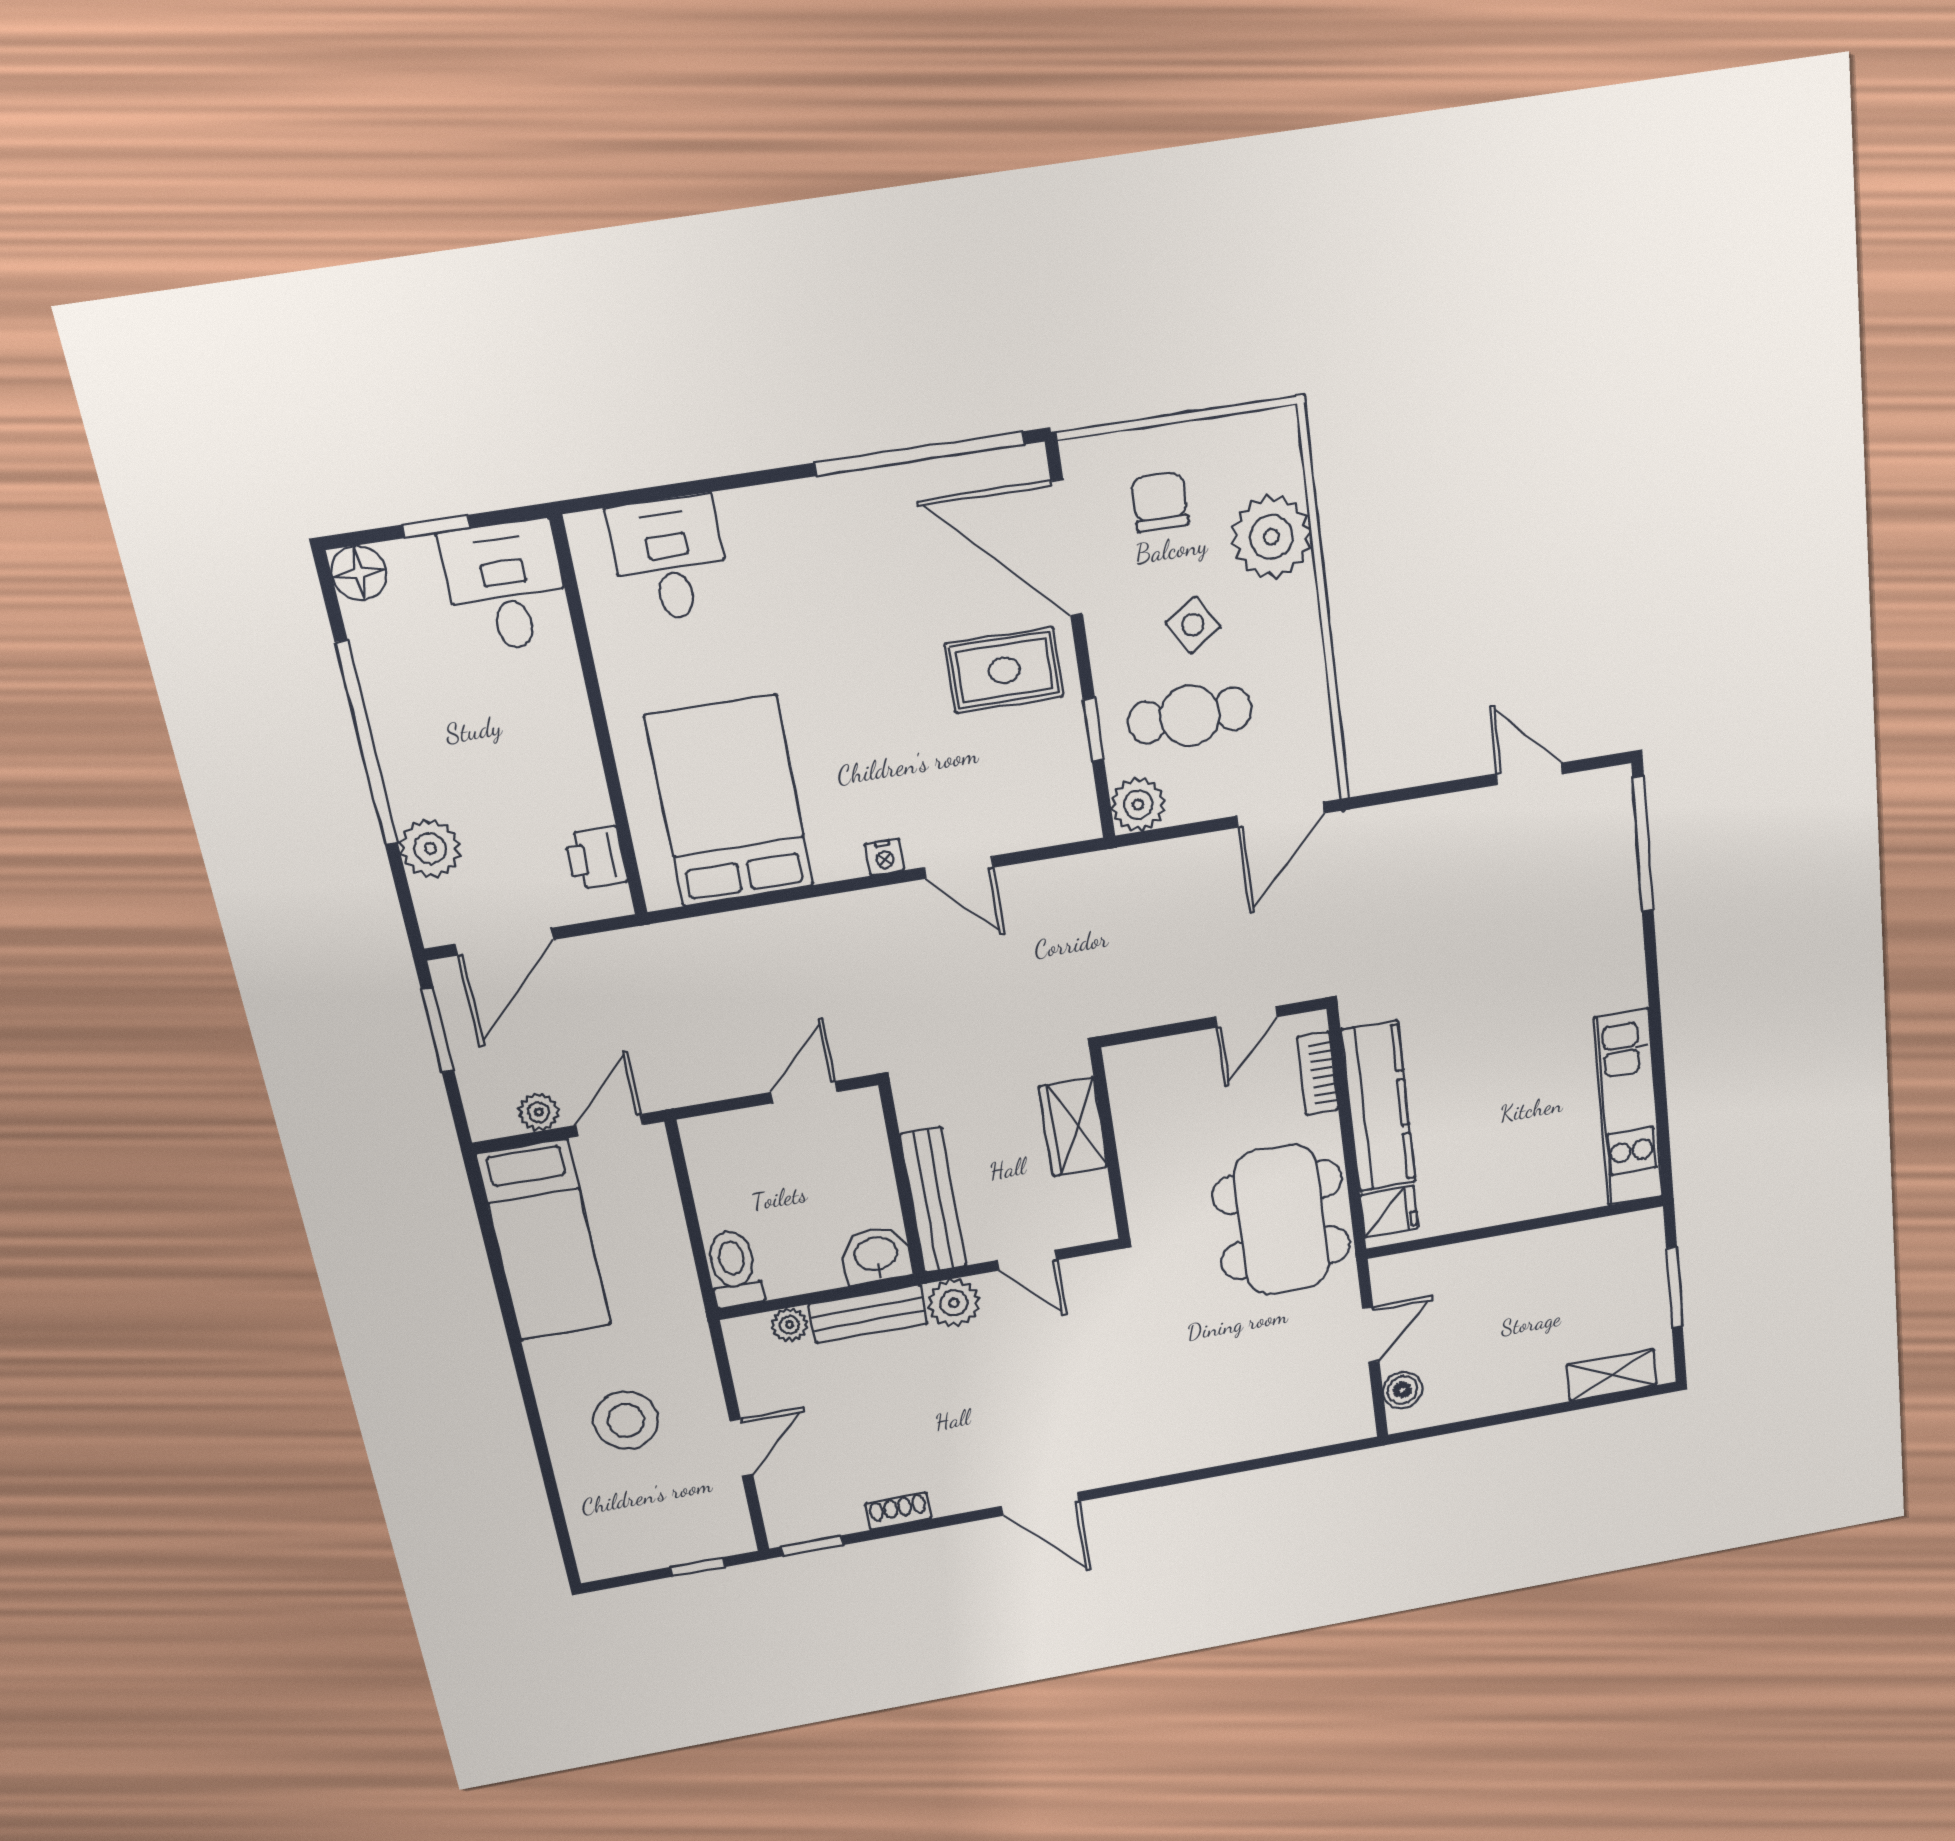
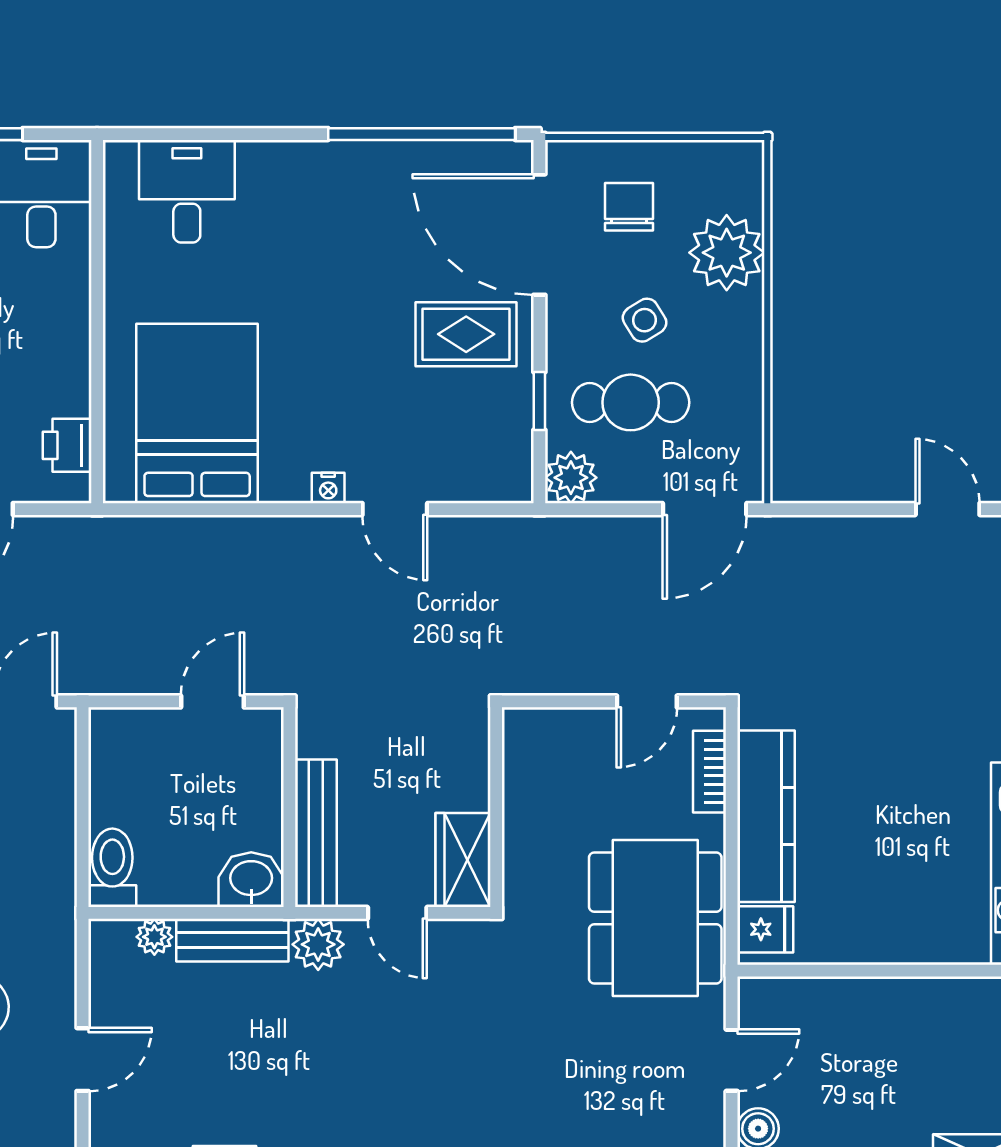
wardrobe: (1073, 1127) -> (463, 860), moved

